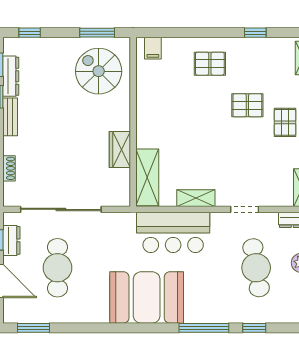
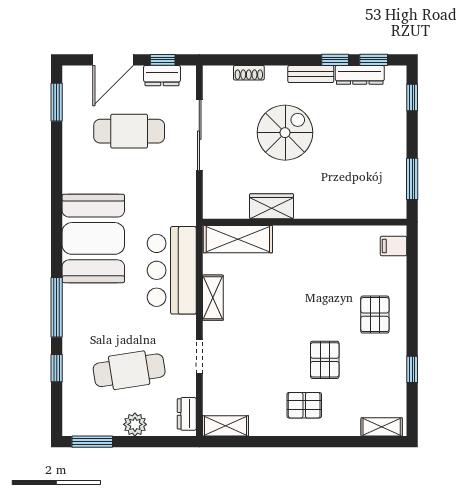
spiral stairs: (99, 71) -> (285, 133), moved
sliding door: (61, 209) -> (199, 135), width x0.73

